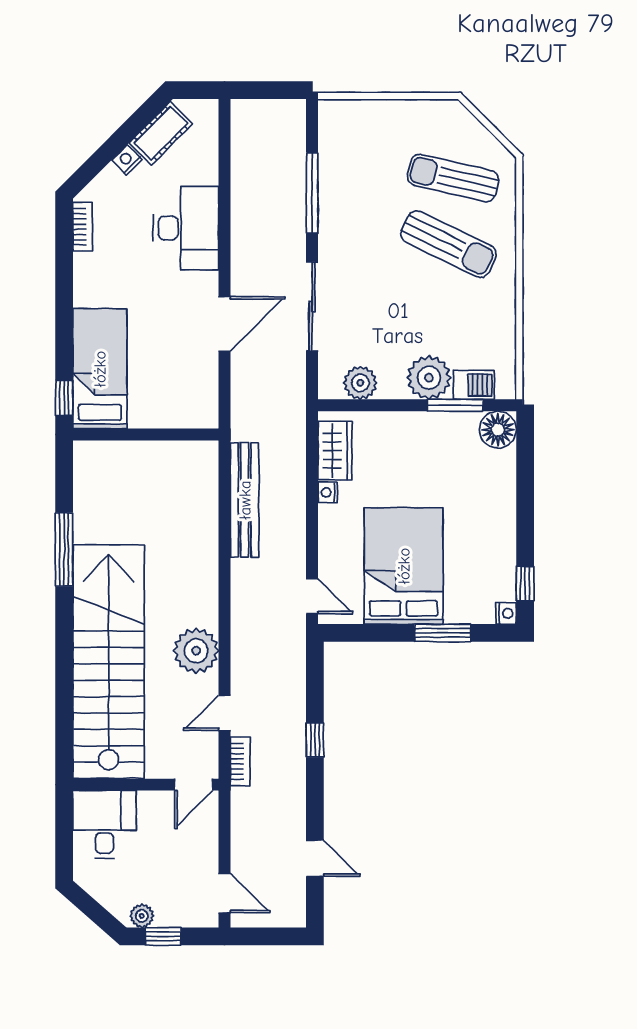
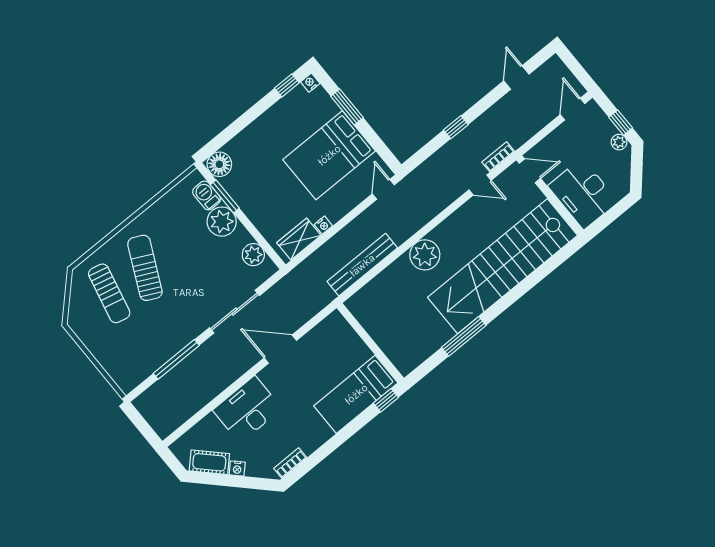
plant: (196, 651) -> (425, 255), moved
desk: (104, 825) -> (583, 194), width x1.37

